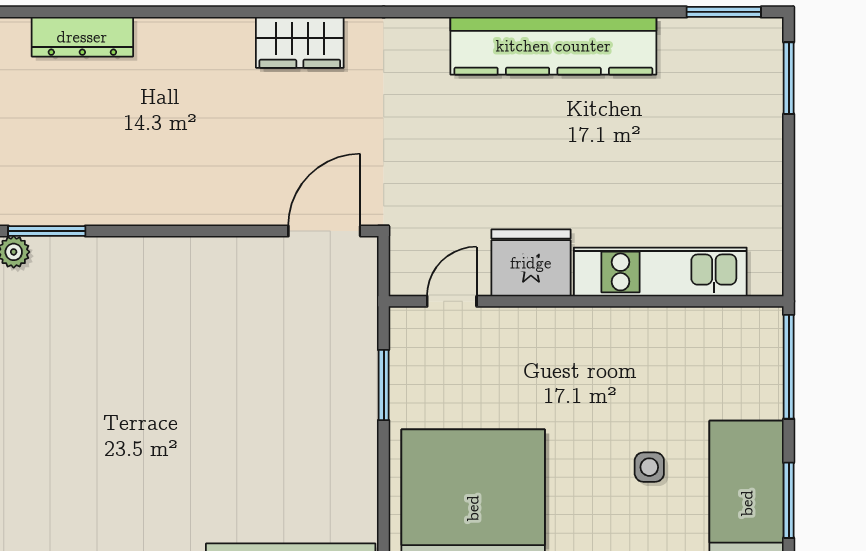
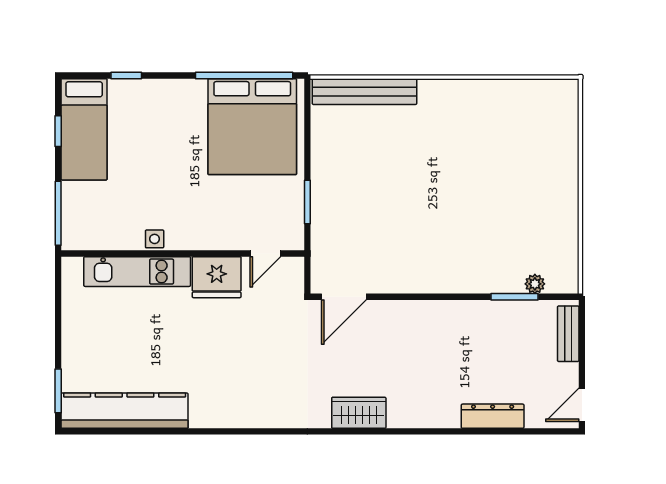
window: (724, 12) -> (98, 431), removed
kitchen counter: (553, 46) -> (125, 411), moved
side table: (649, 467) -> (155, 239), moved
window: (789, 500) -> (58, 131), width x0.67

